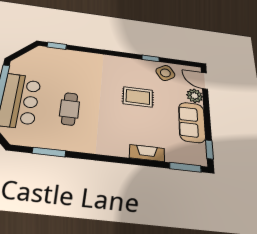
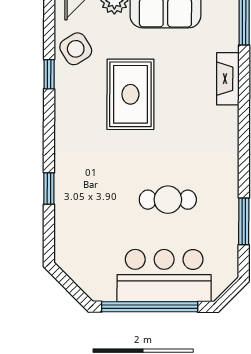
window: (57, 46) -> (49, 189), moved
rug: (138, 97) -> (130, 94), width x1.36, depth x1.43

